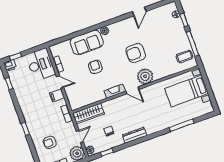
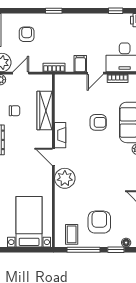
armchair: (136, 53) -> (99, 222), moved
door: (132, 90) -> (53, 157), hinge flipped
wardrobe: (89, 114) -> (45, 111), moved
door: (80, 137) -> (21, 73), swing flipped

